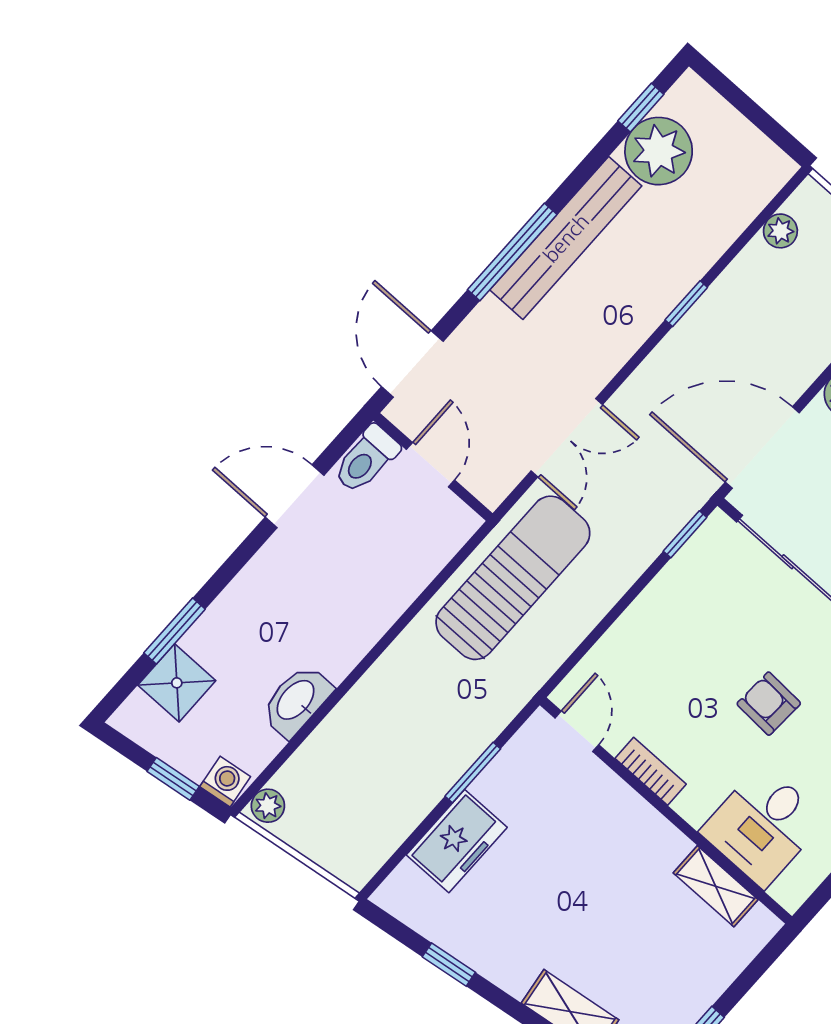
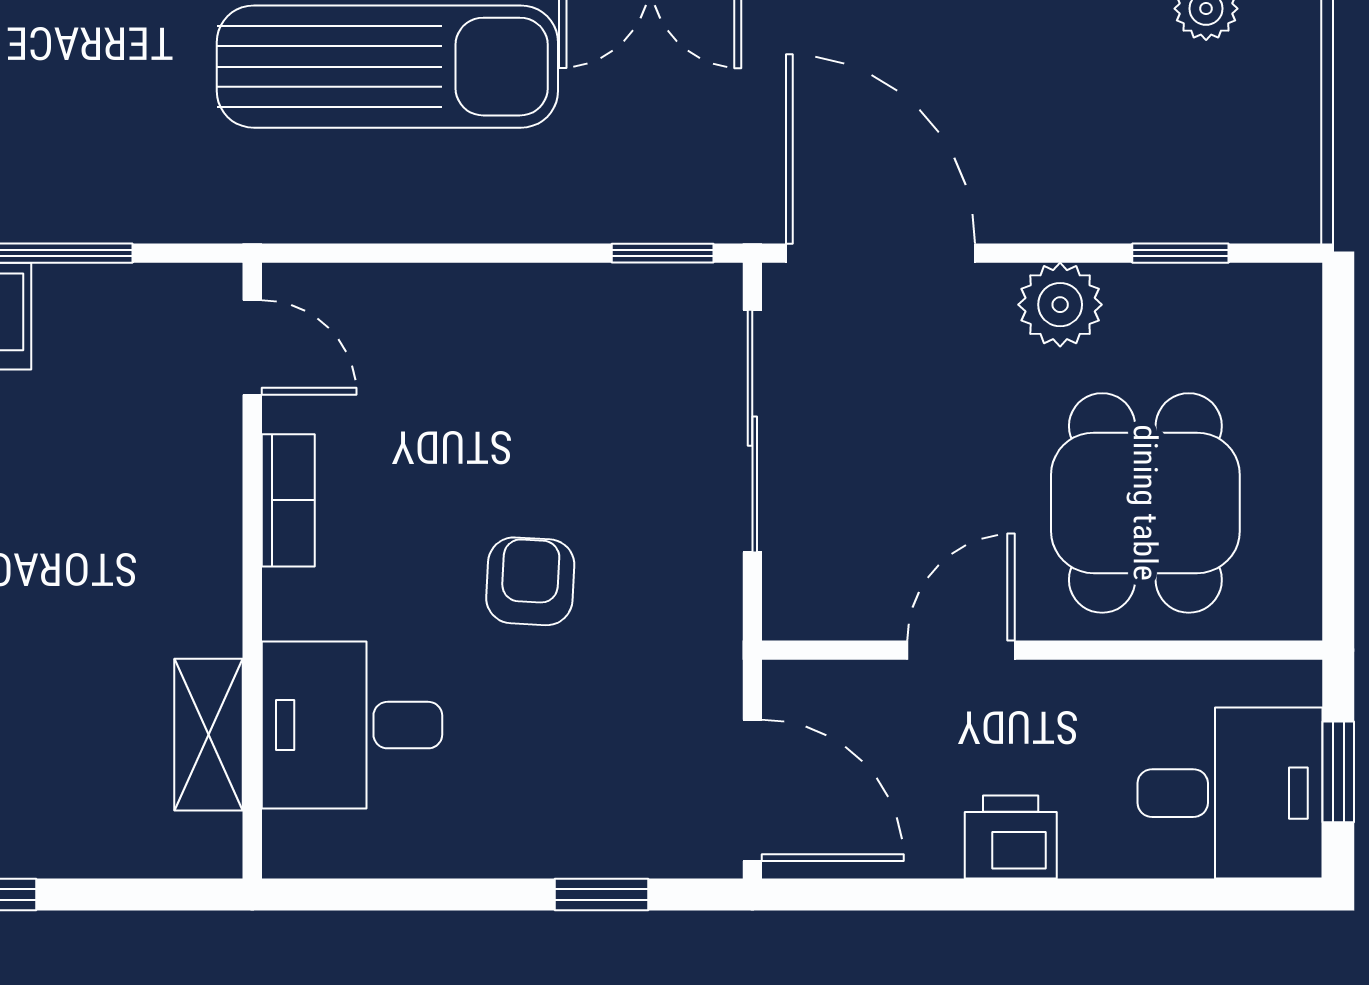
door: (577, 731) -> (252, 348), hinge flipped

